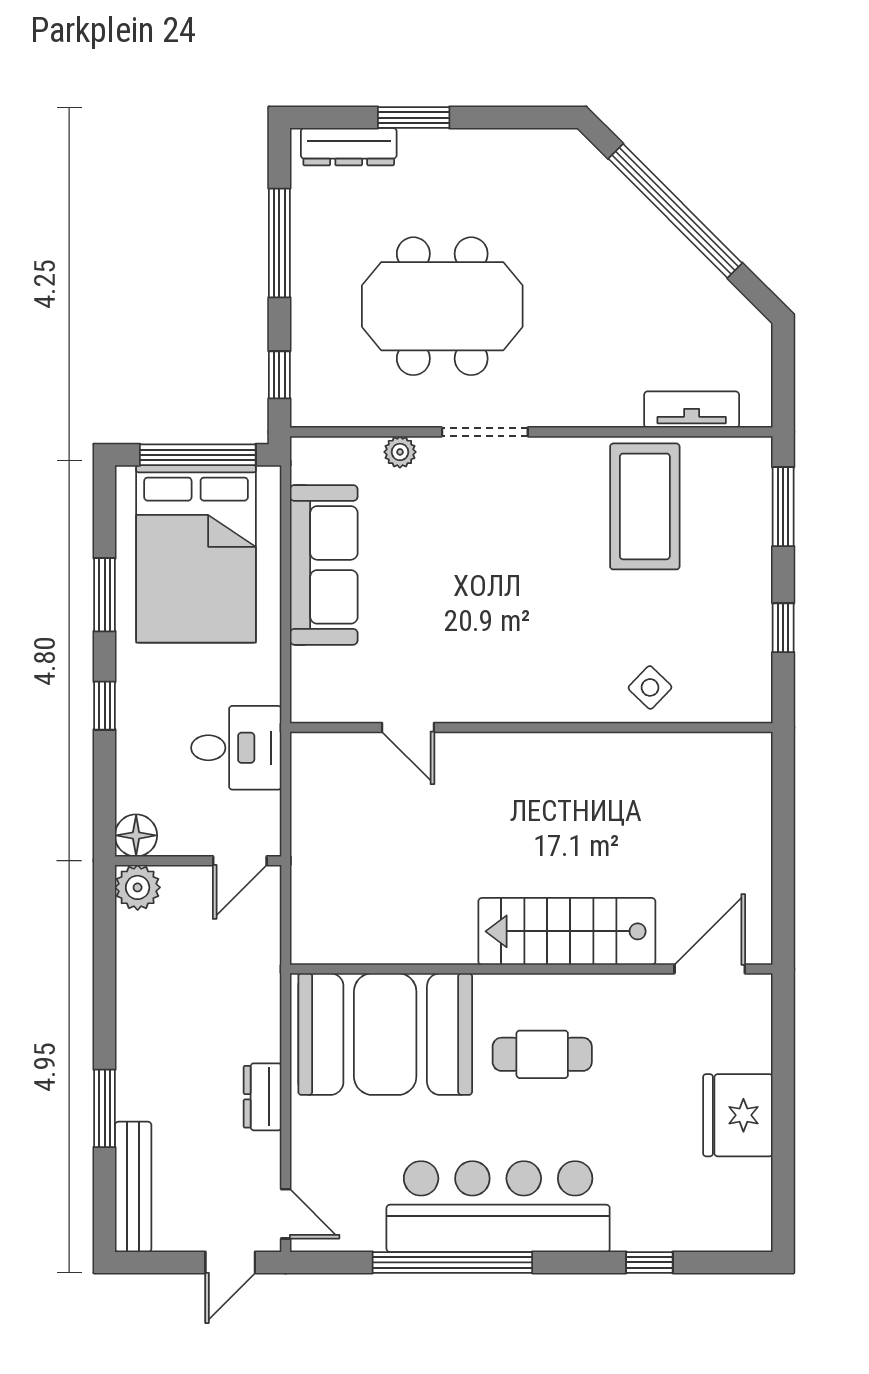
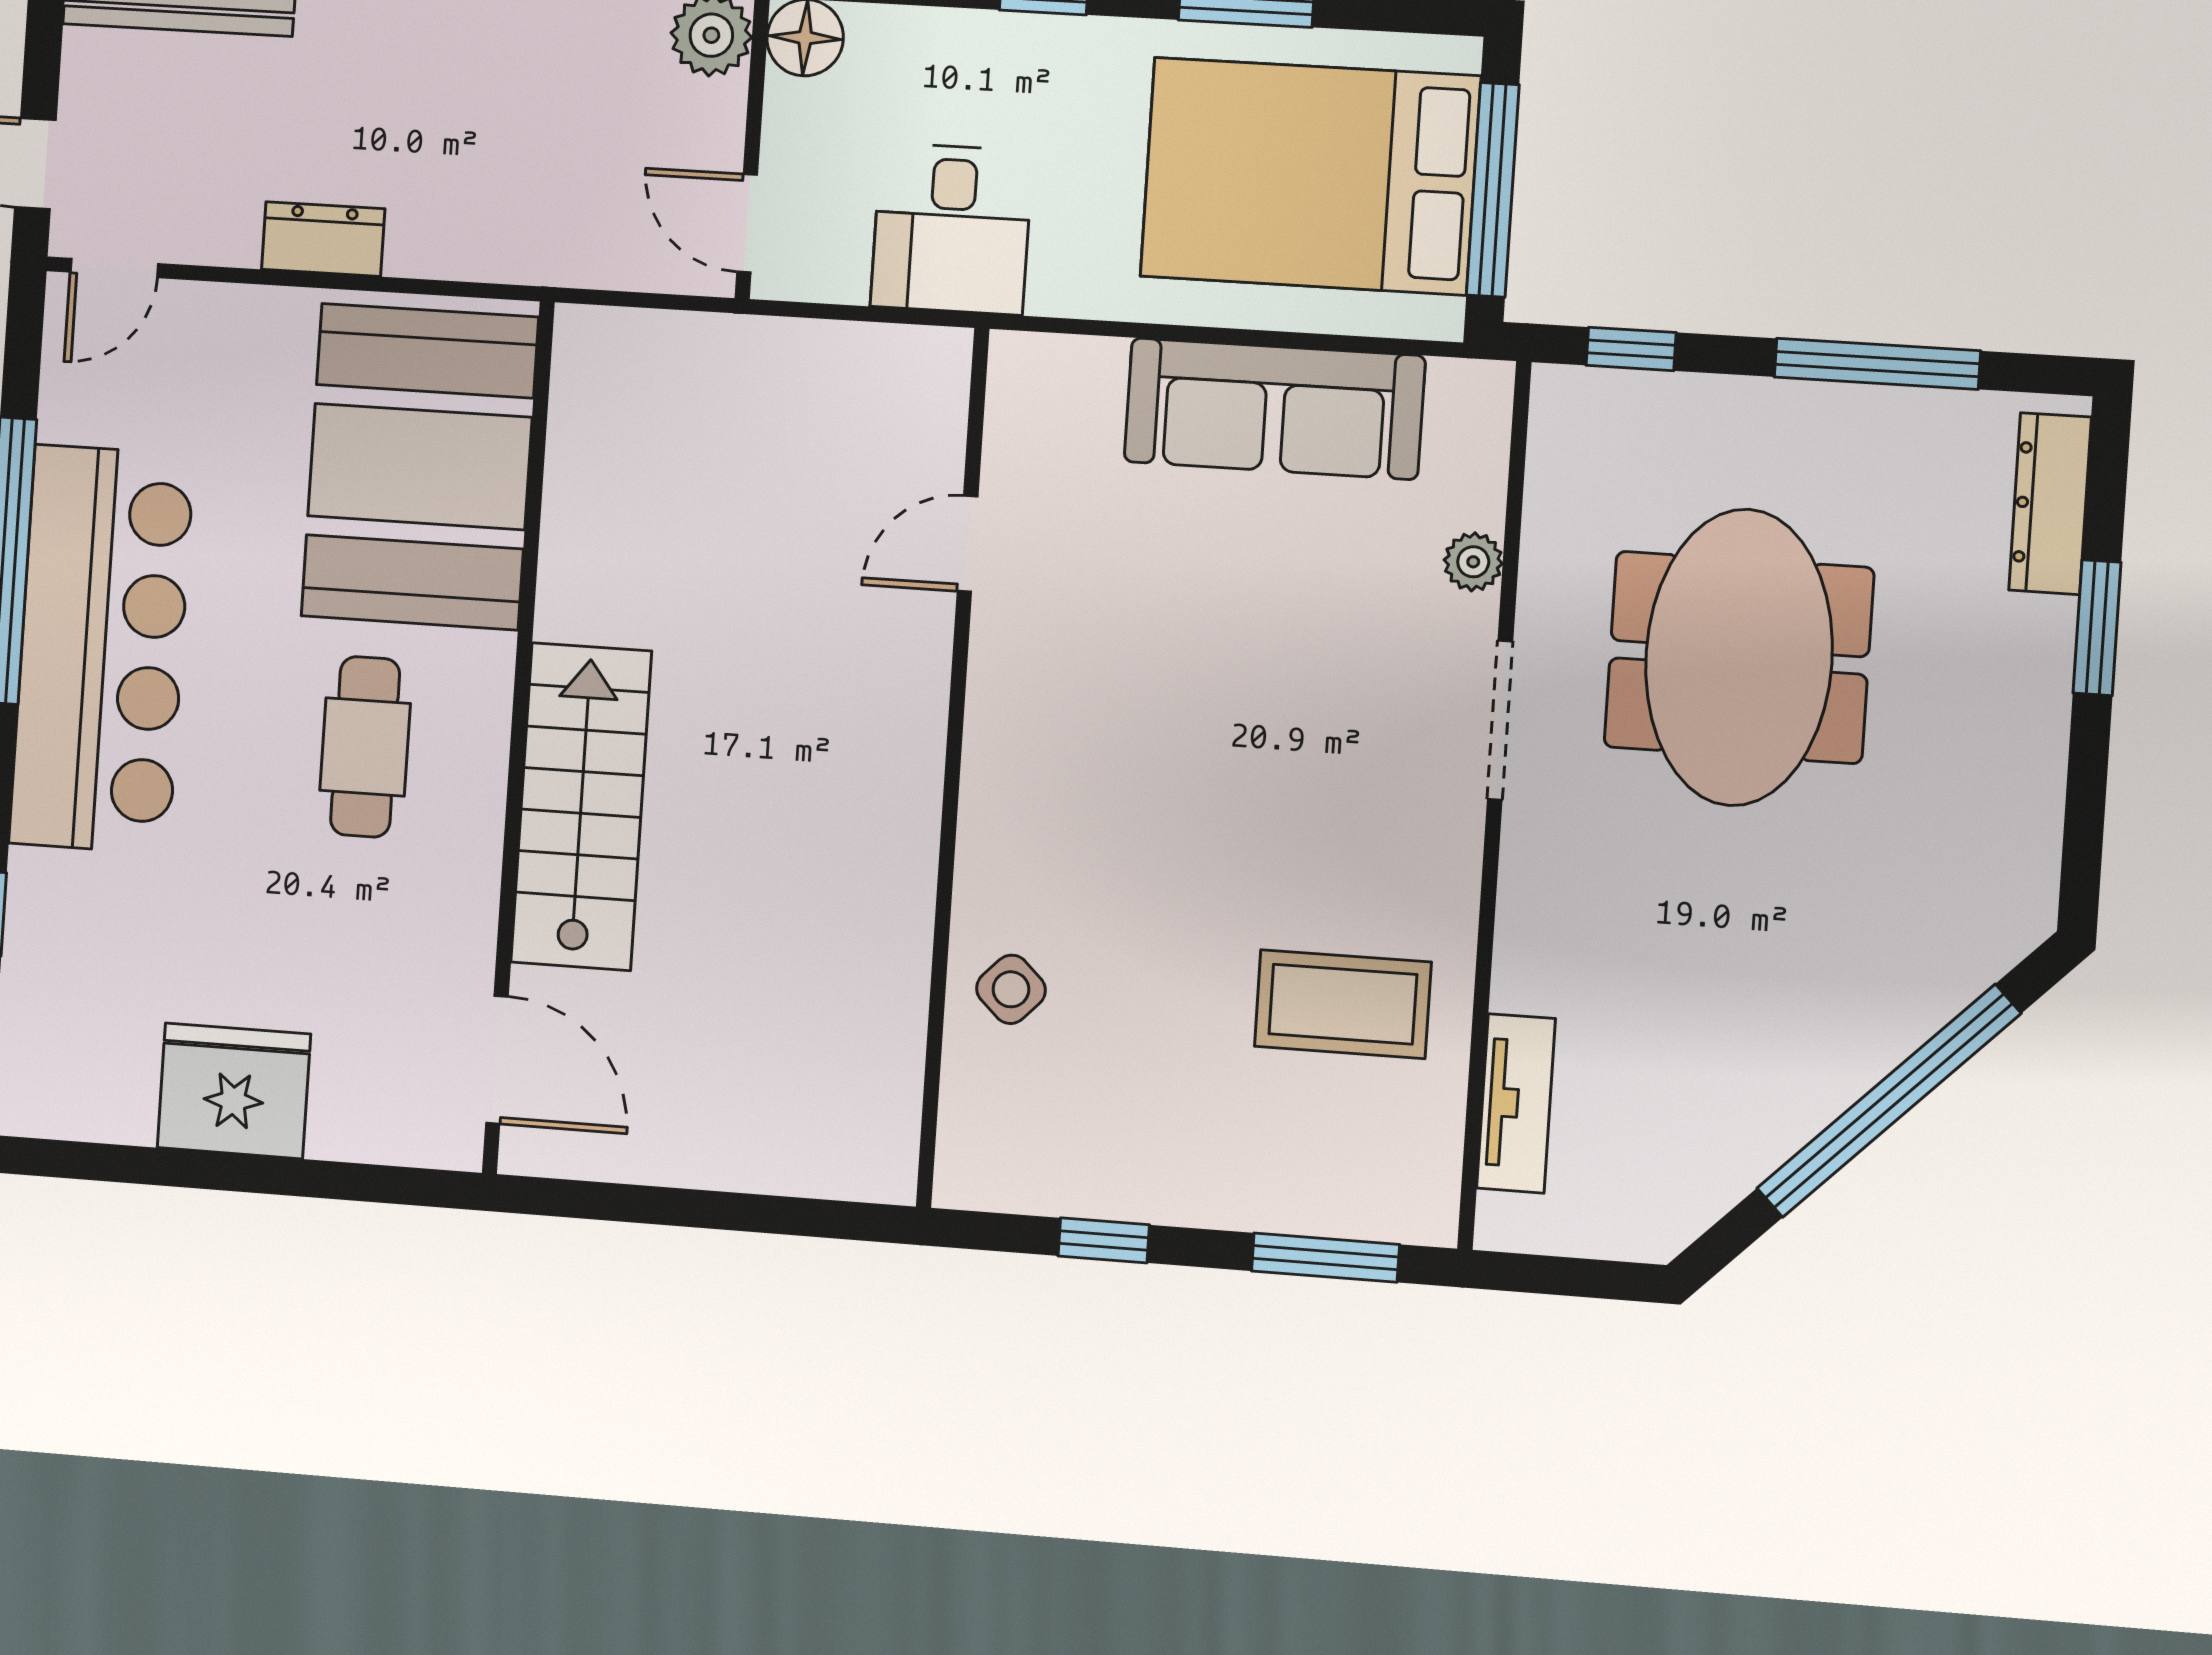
coffee table: (645, 506) -> (1343, 1004), width x0.73, depth x0.76

